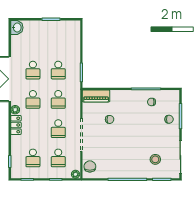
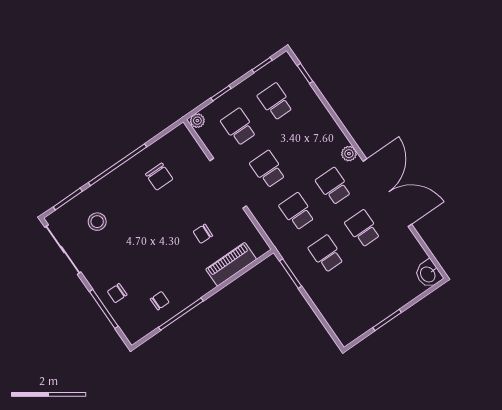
piano: (96, 96) -> (231, 264), moved
locker: (16, 125) -> (333, 132), removed
chair: (90, 166) -> (159, 177), moved

